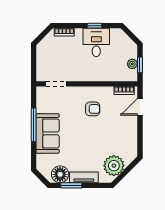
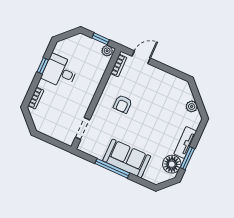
plant: (132, 64) -> (107, 51), moved
door: (140, 107) -> (141, 57), swing flipped
armchair: (93, 109) -> (123, 104), turned 180
plant: (114, 166) -> (192, 106), width x0.53, depth x0.53

